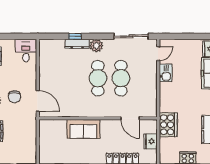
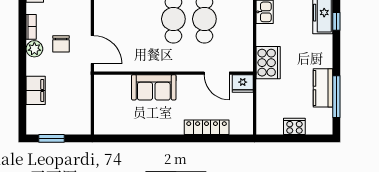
cooker: (168, 125) -> (268, 63), moved
fridge: (150, 141) -> (243, 83), moved, turned -90

